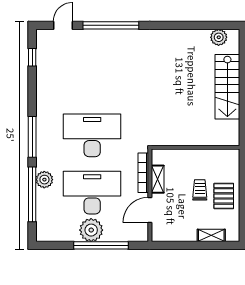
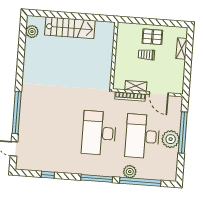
window: (32, 57) -> (48, 175), moved

